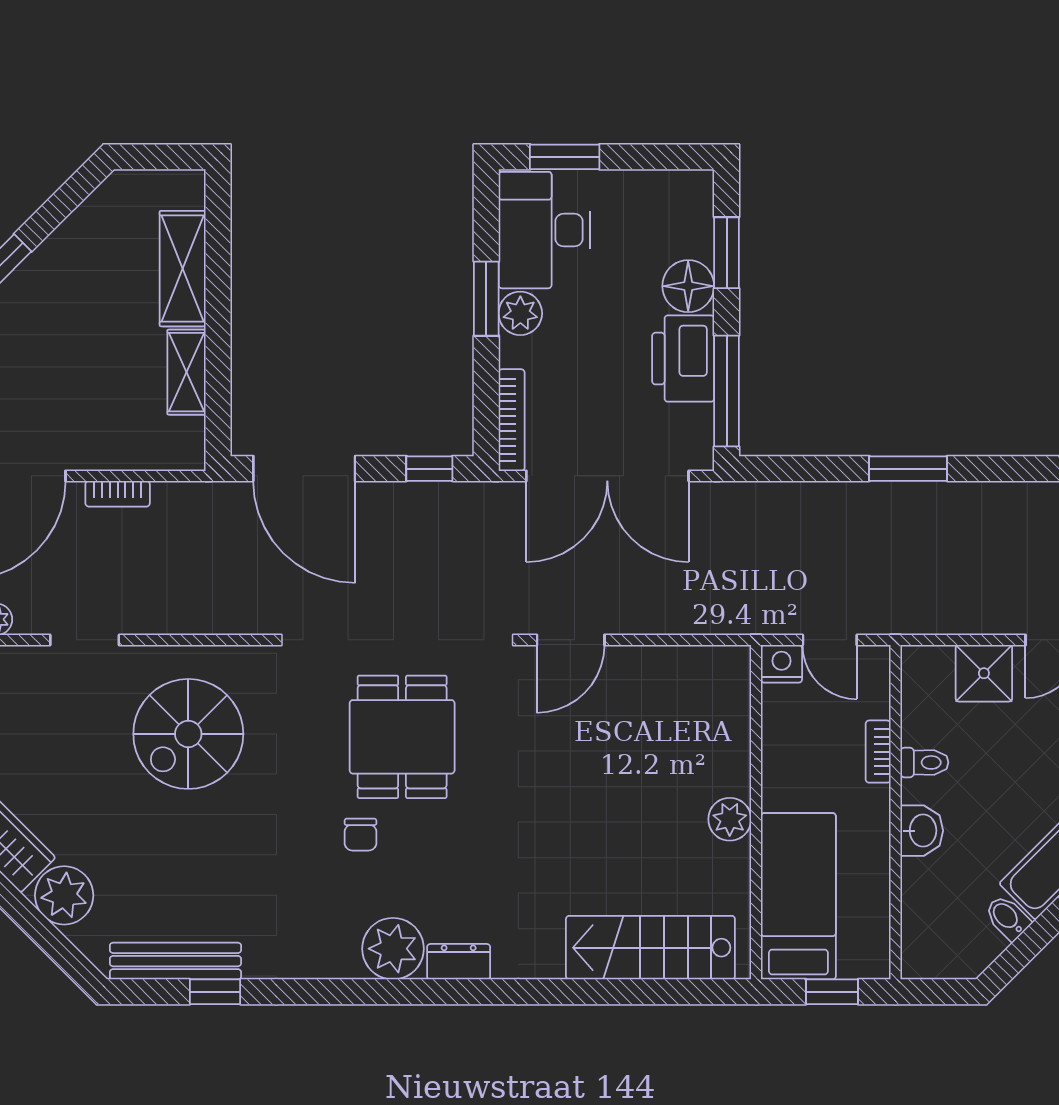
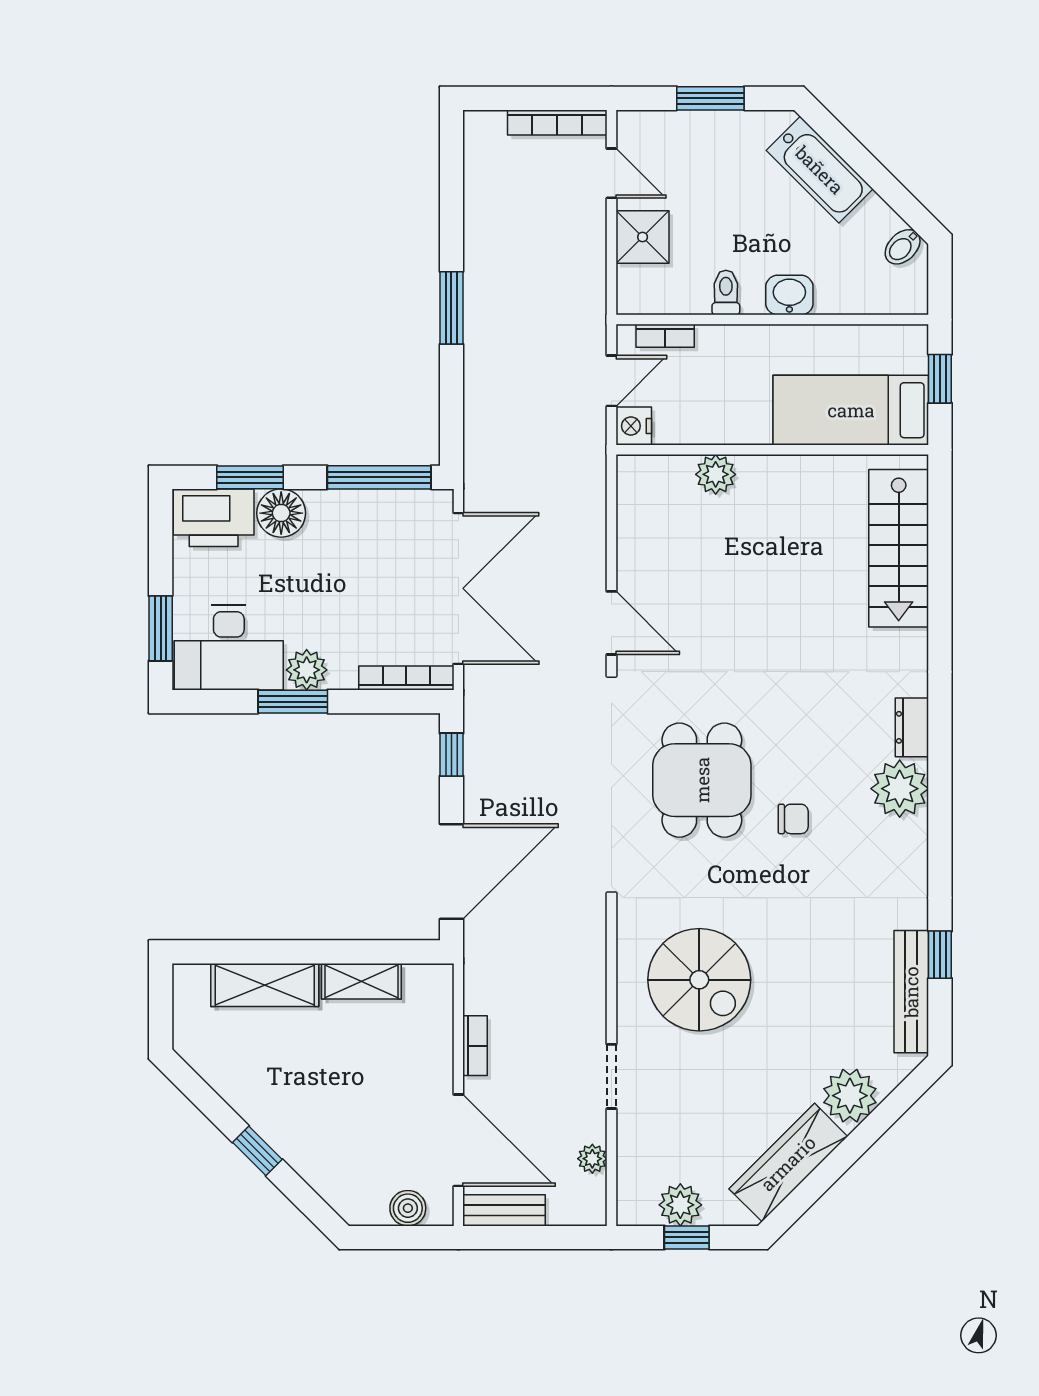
printer: (683, 359) -> (214, 518), moved
dining table: (402, 737) -> (702, 780), turned 90
bookcase: (878, 752) -> (665, 336), moved
plant: (730, 819) -> (716, 474), moved
bidet: (1007, 918) -> (903, 247), moved

